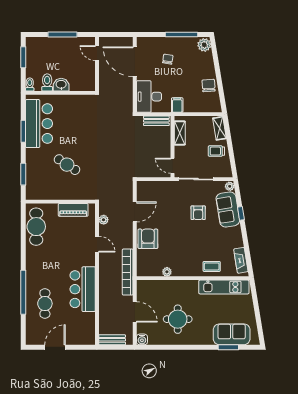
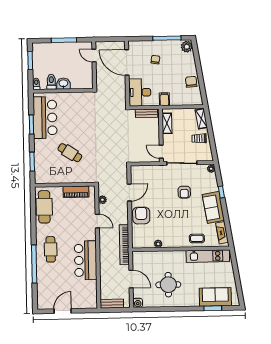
sofa: (228, 209) -> (213, 207), moved
cafe table: (45, 304) -> (51, 249), moved

